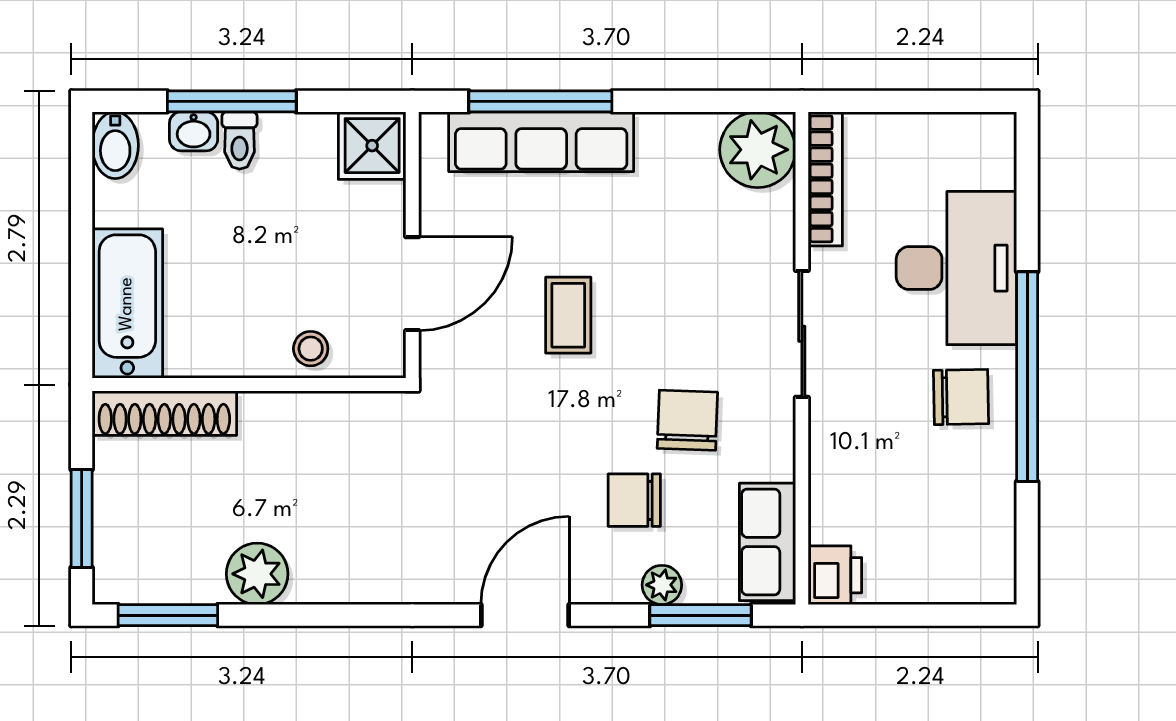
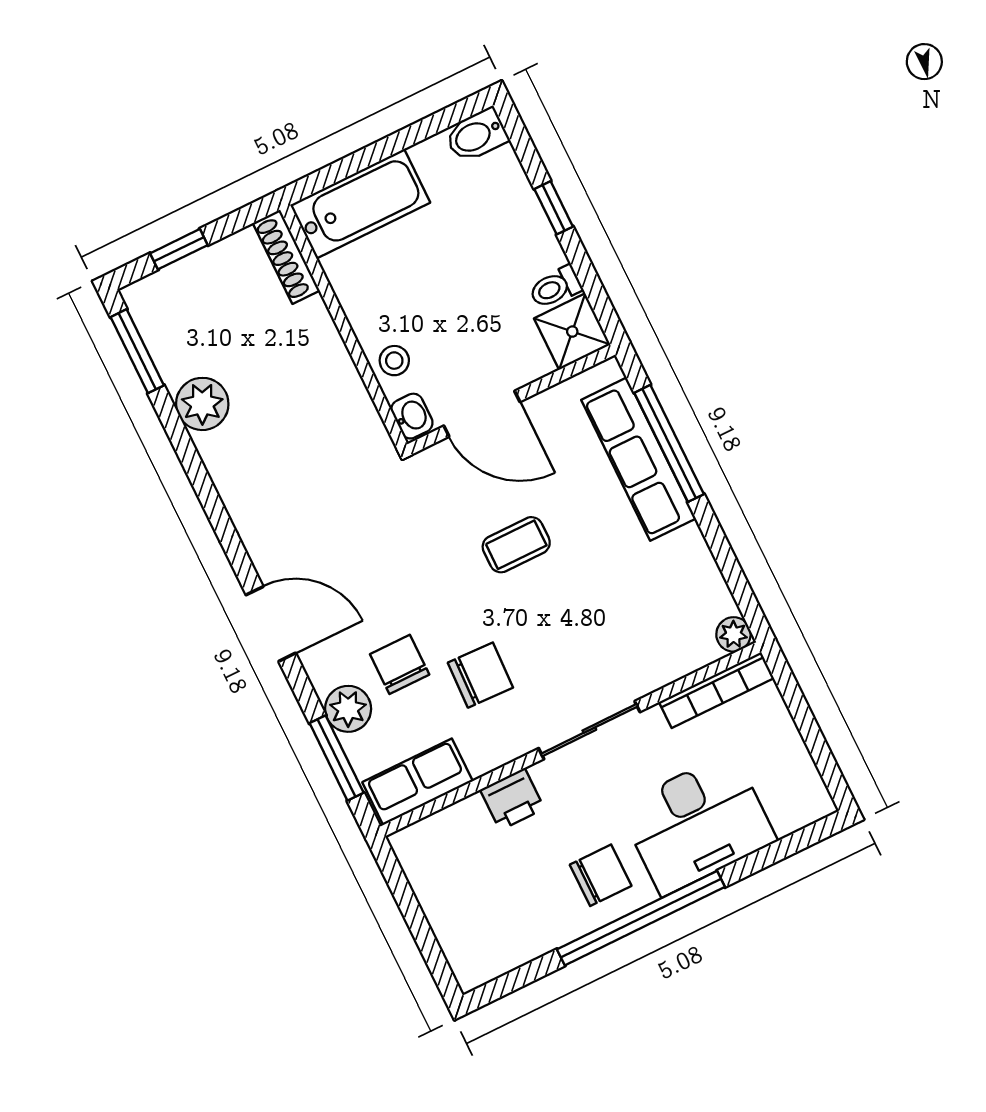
window: (232, 101) -> (554, 208), width x0.46
washbasin: (194, 131) -> (412, 416), moved, turned 180
toilet: (240, 140) -> (555, 287), moved
plant: (758, 150) -> (733, 634), width x0.53, depth x0.53
chair: (961, 397) -> (601, 875), turned -89
shoe rack: (164, 413) -> (286, 257), width x0.74, depth x0.81
window: (82, 519) -> (179, 249), width x0.67
printer: (835, 575) -> (512, 799), moved
plant: (662, 585) -> (348, 709), width x1.38, depth x1.38

